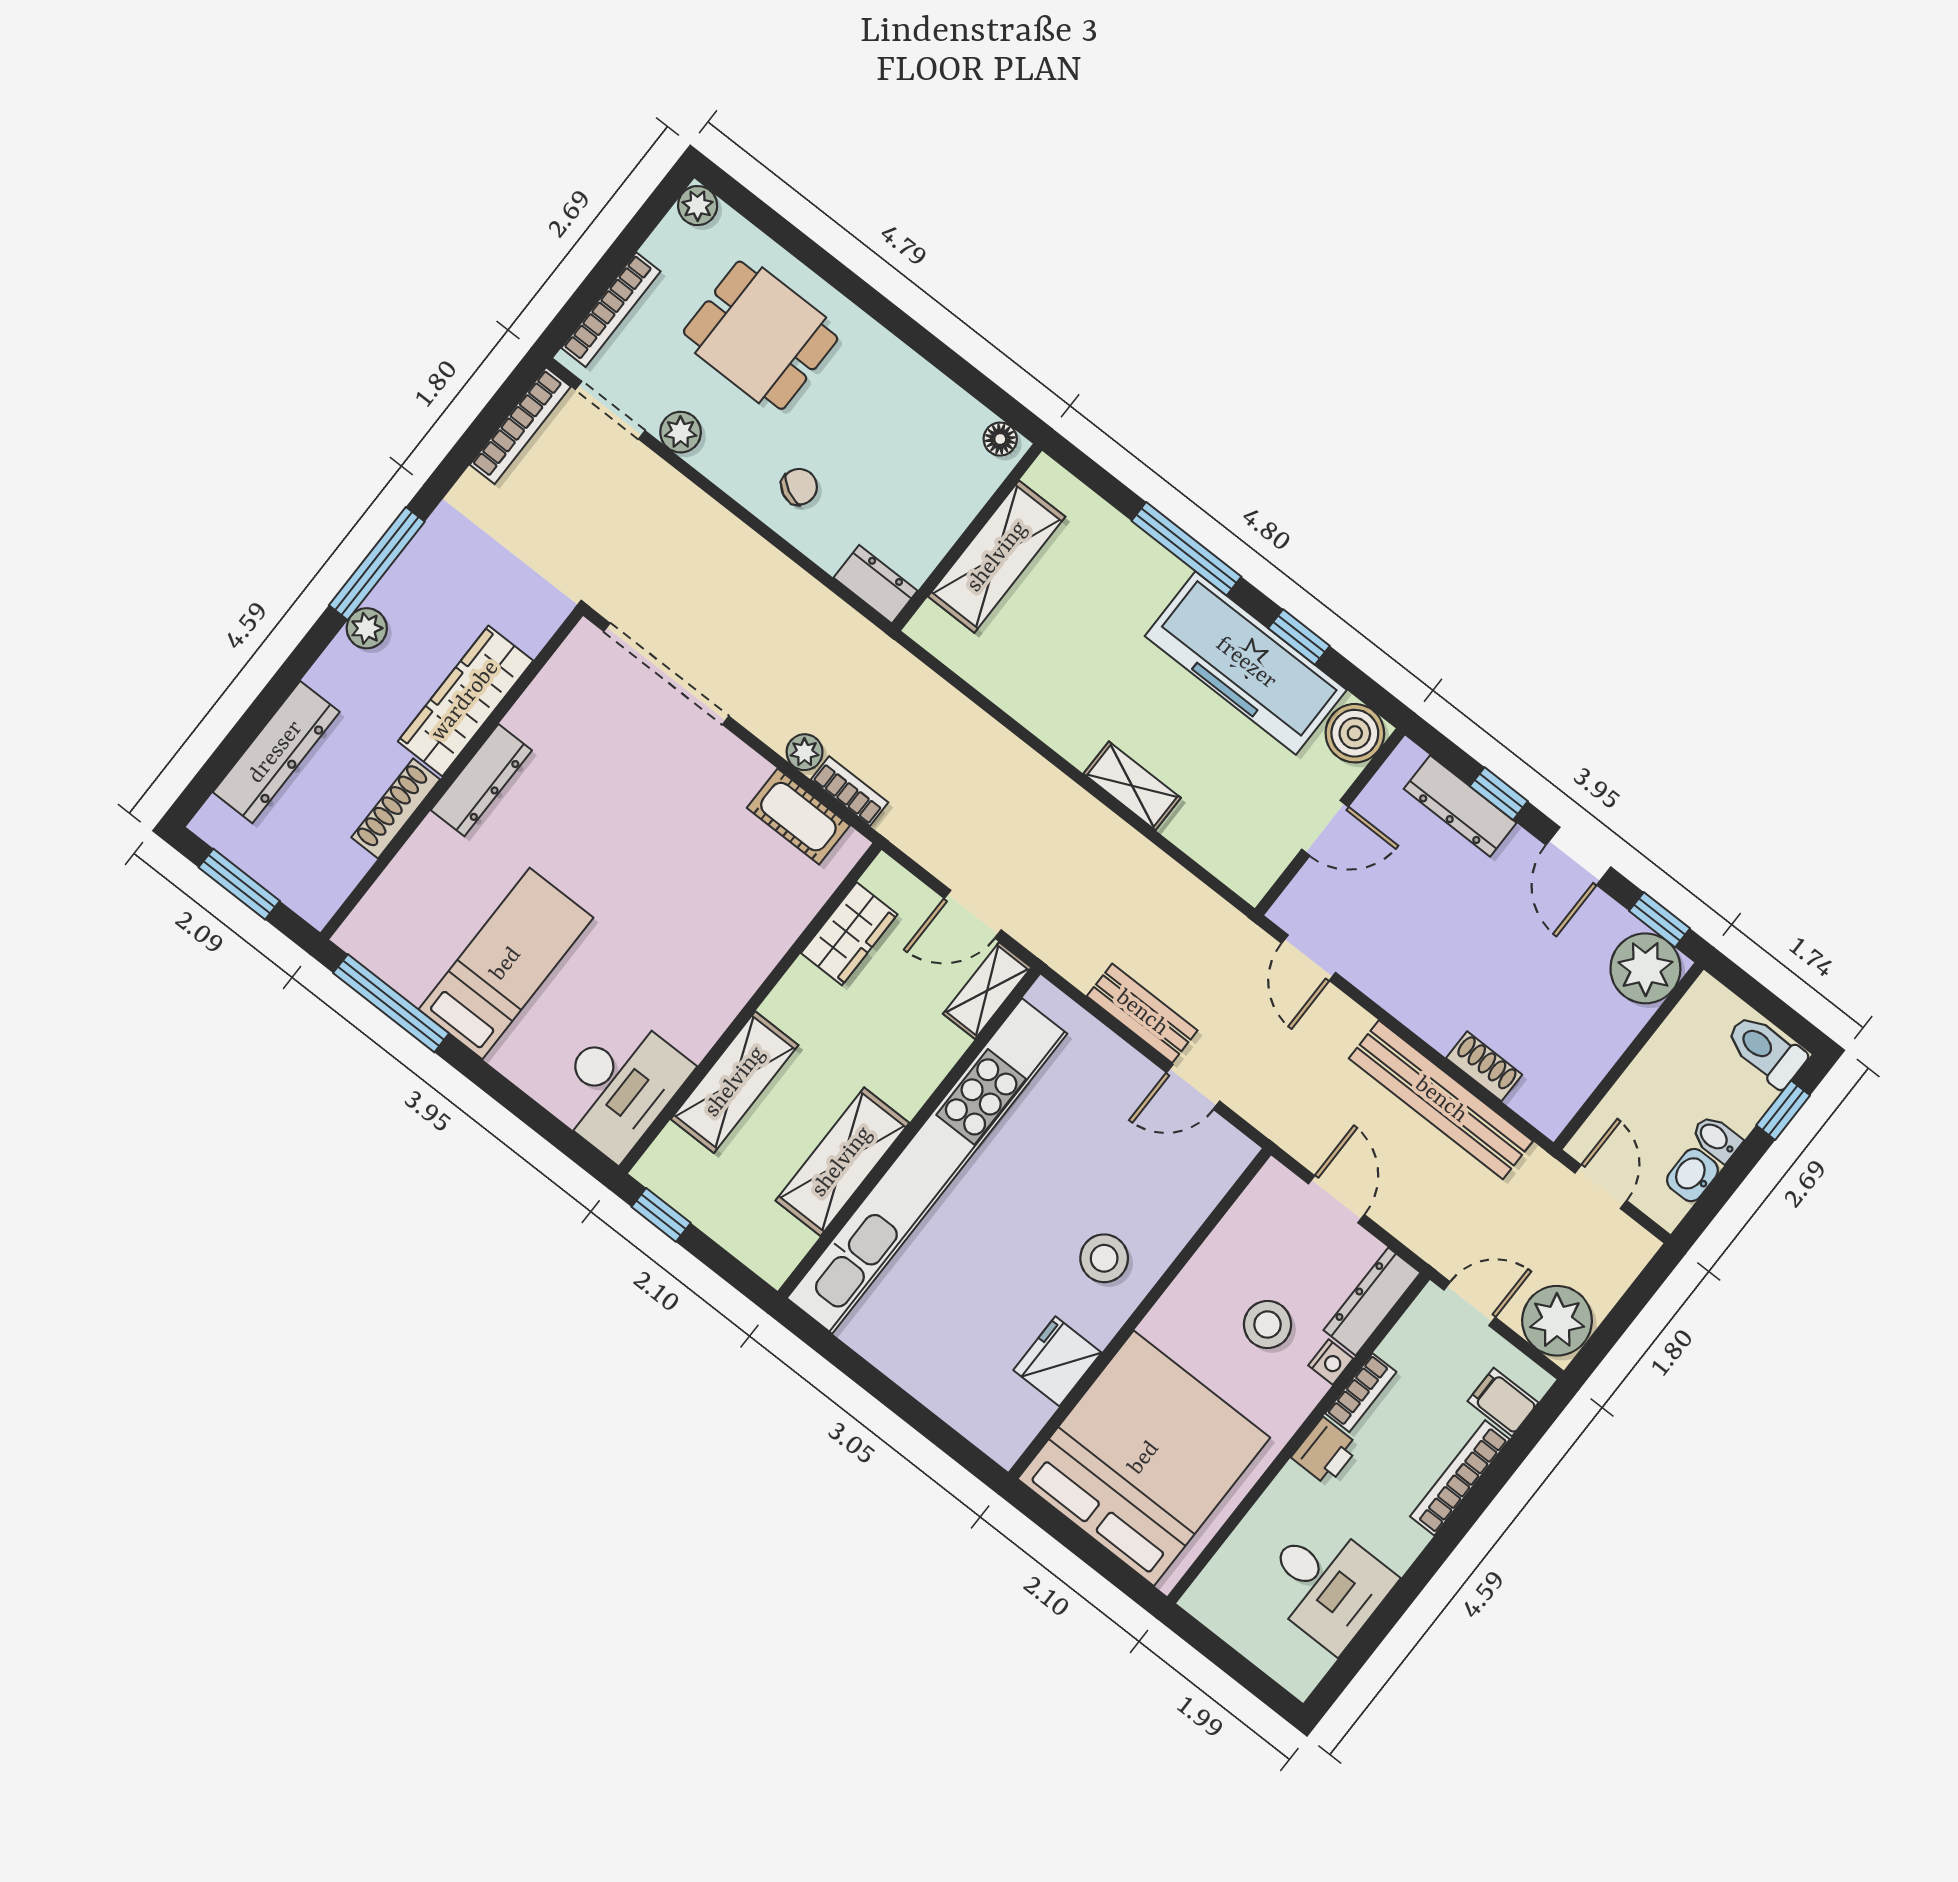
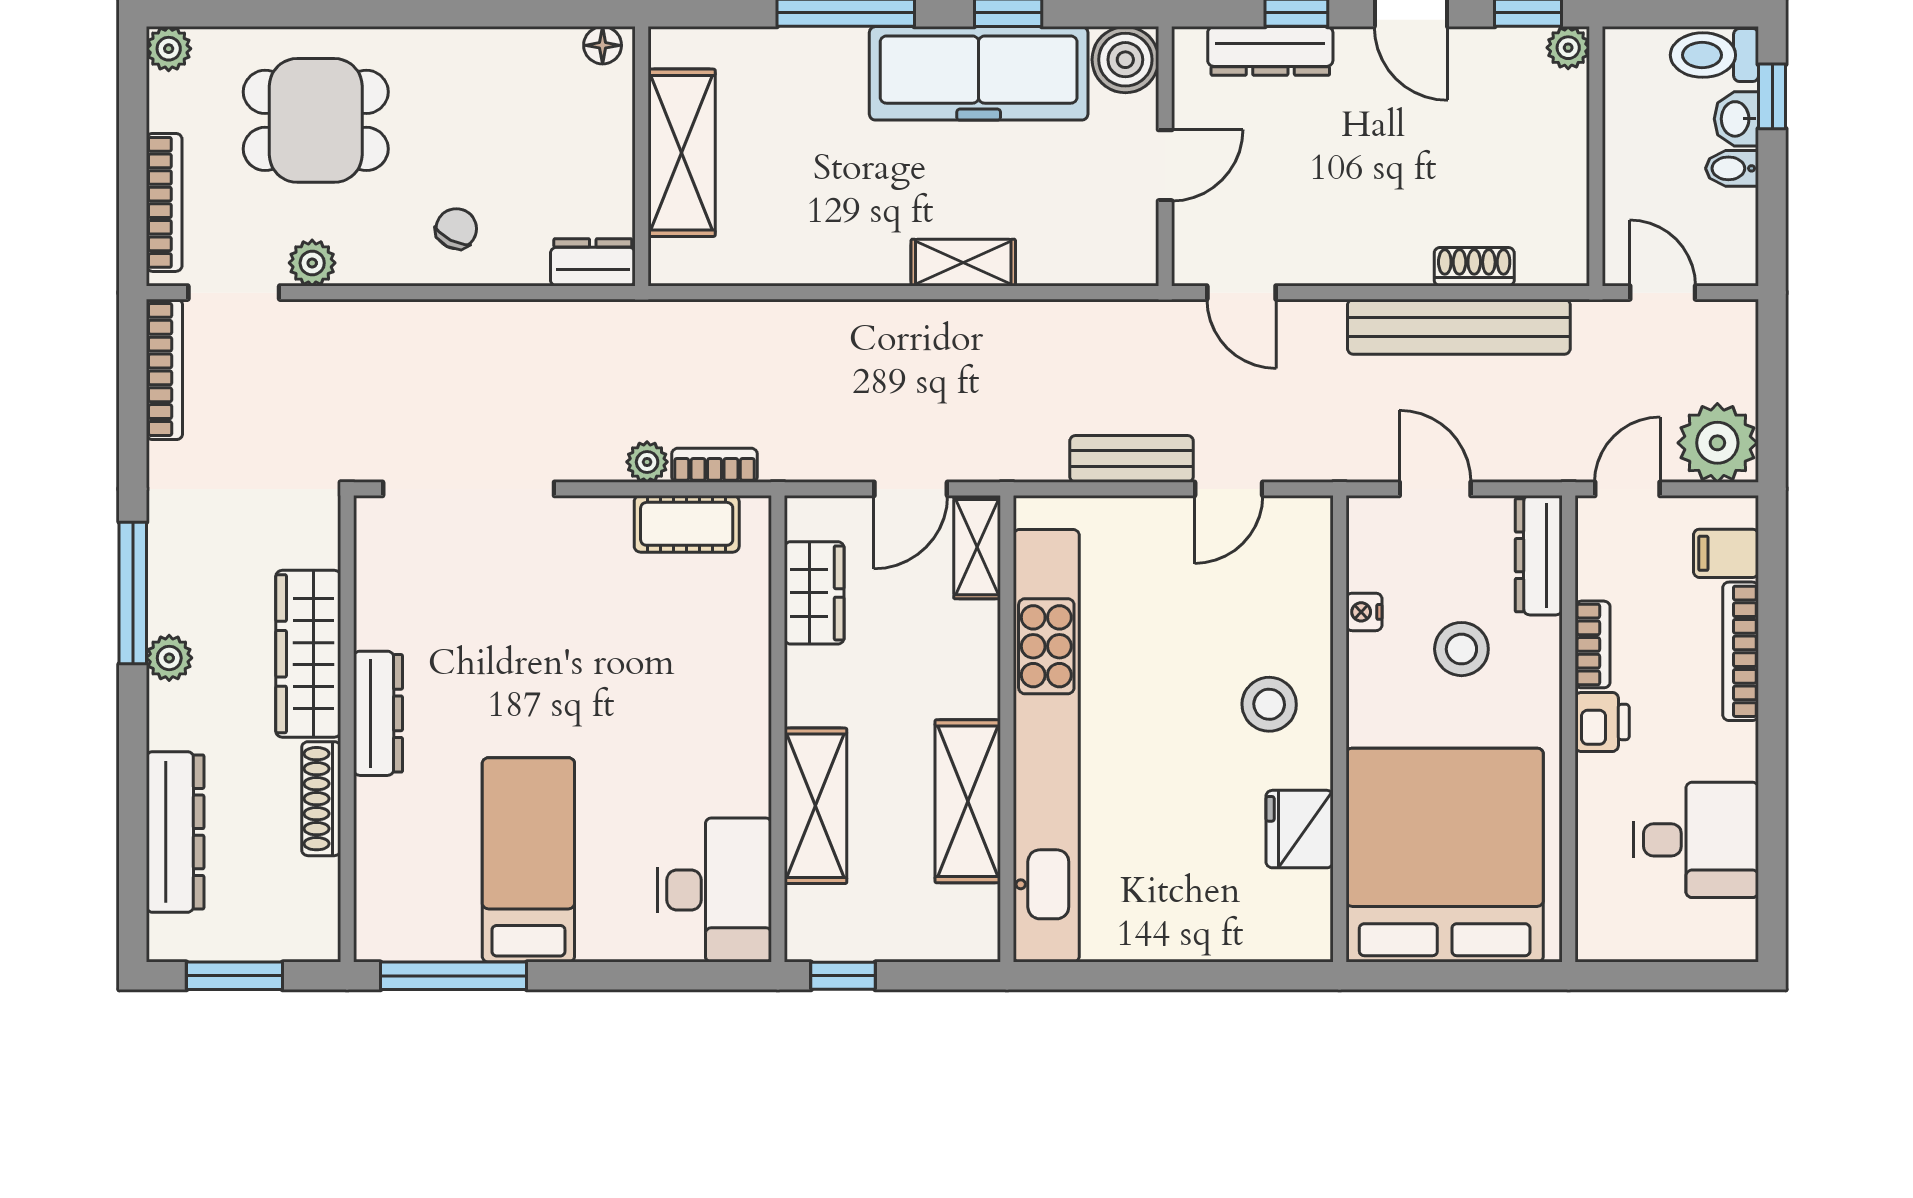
plant: (1645, 968) -> (1568, 48), width x0.53, depth x0.53
washbasin: (1692, 1175) -> (1736, 119), moved
nightstand: (1331, 1362) -> (1364, 612), moved, turned 180

